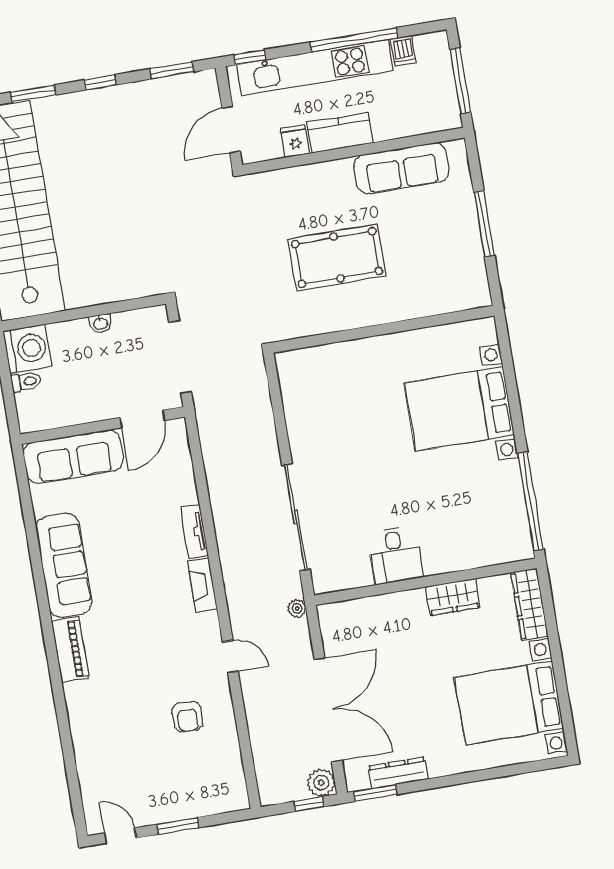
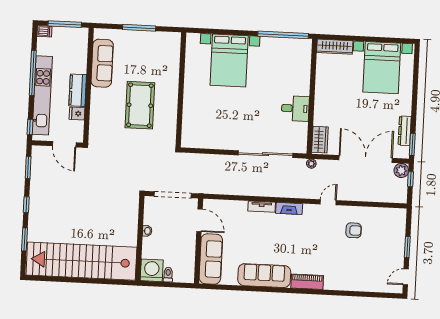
dishwasher: (403, 51) -> (44, 31), moved
wardrobe: (453, 597) -> (320, 140), moved

